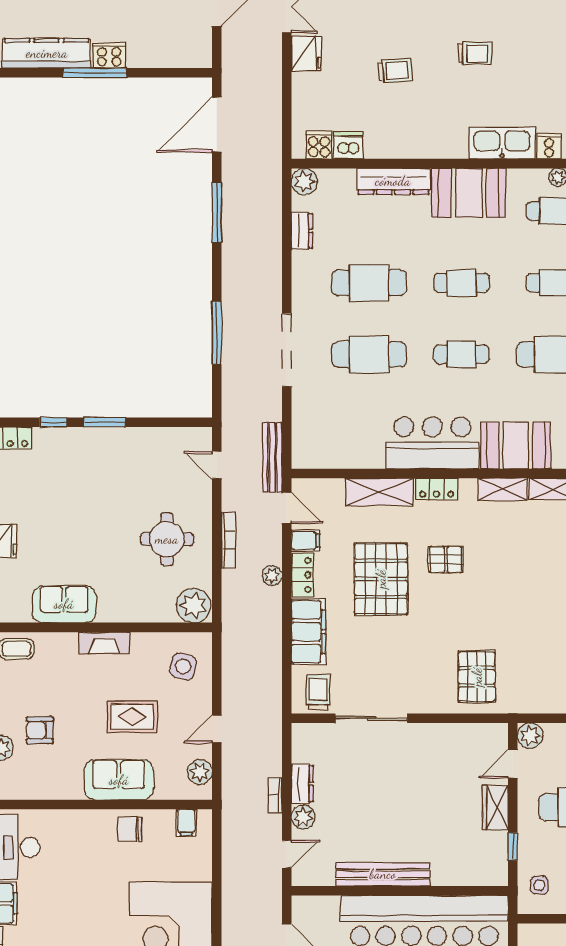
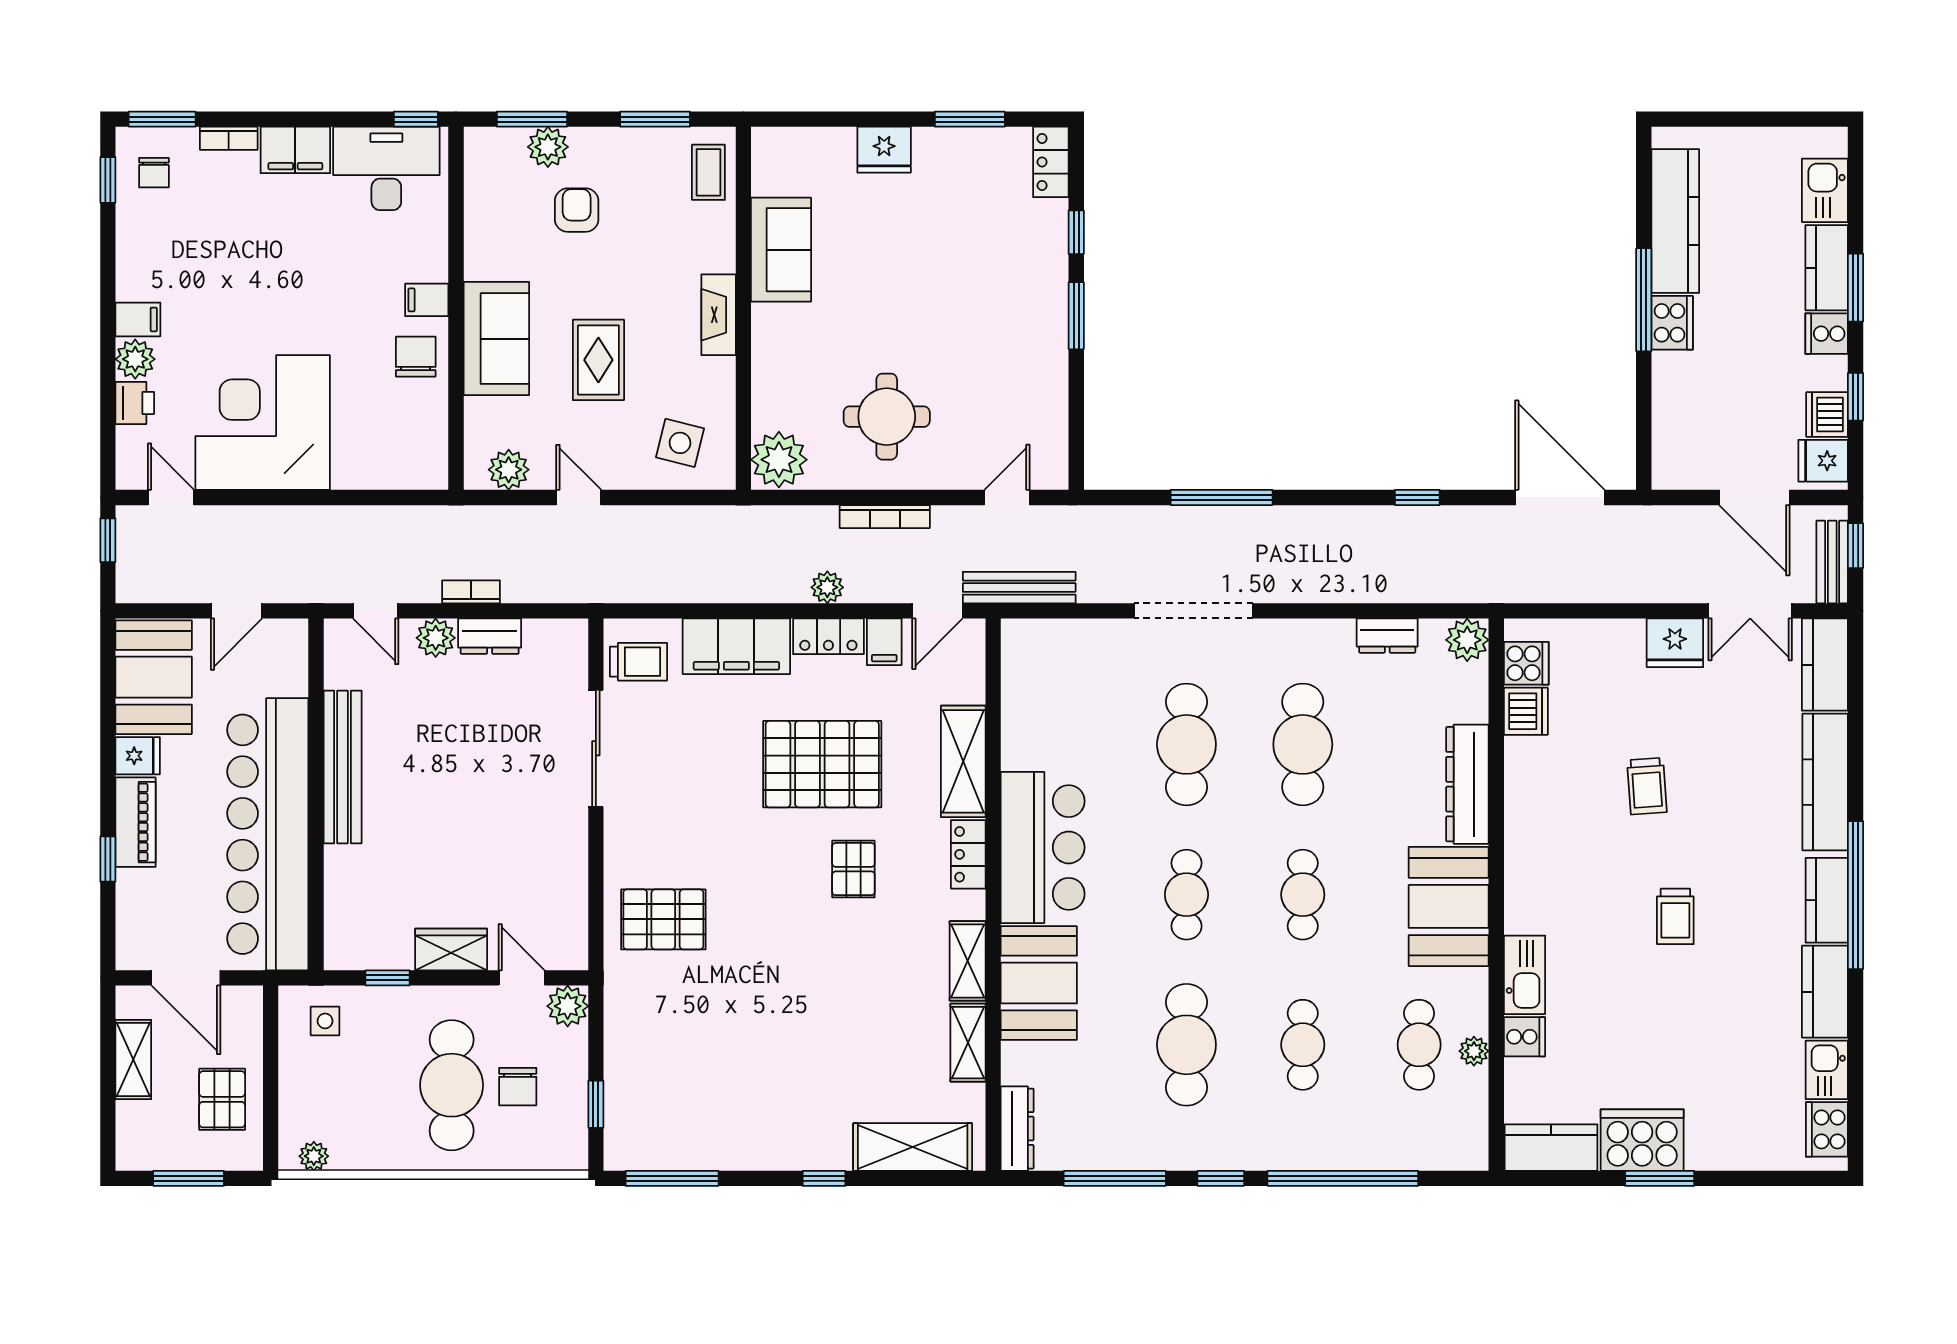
kitchen sink: (502, 143) -> (1524, 975), width x0.73, depth x0.81
window: (217, 212) -> (1417, 497), width x0.46
filing cabinet: (186, 822) -> (427, 300), moved

